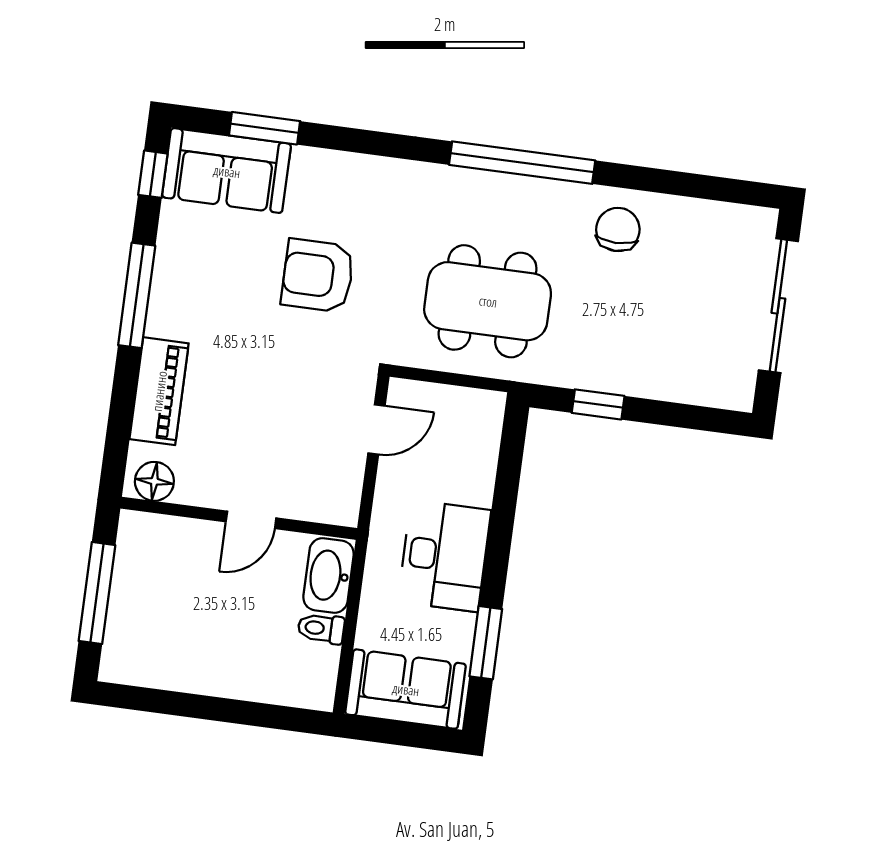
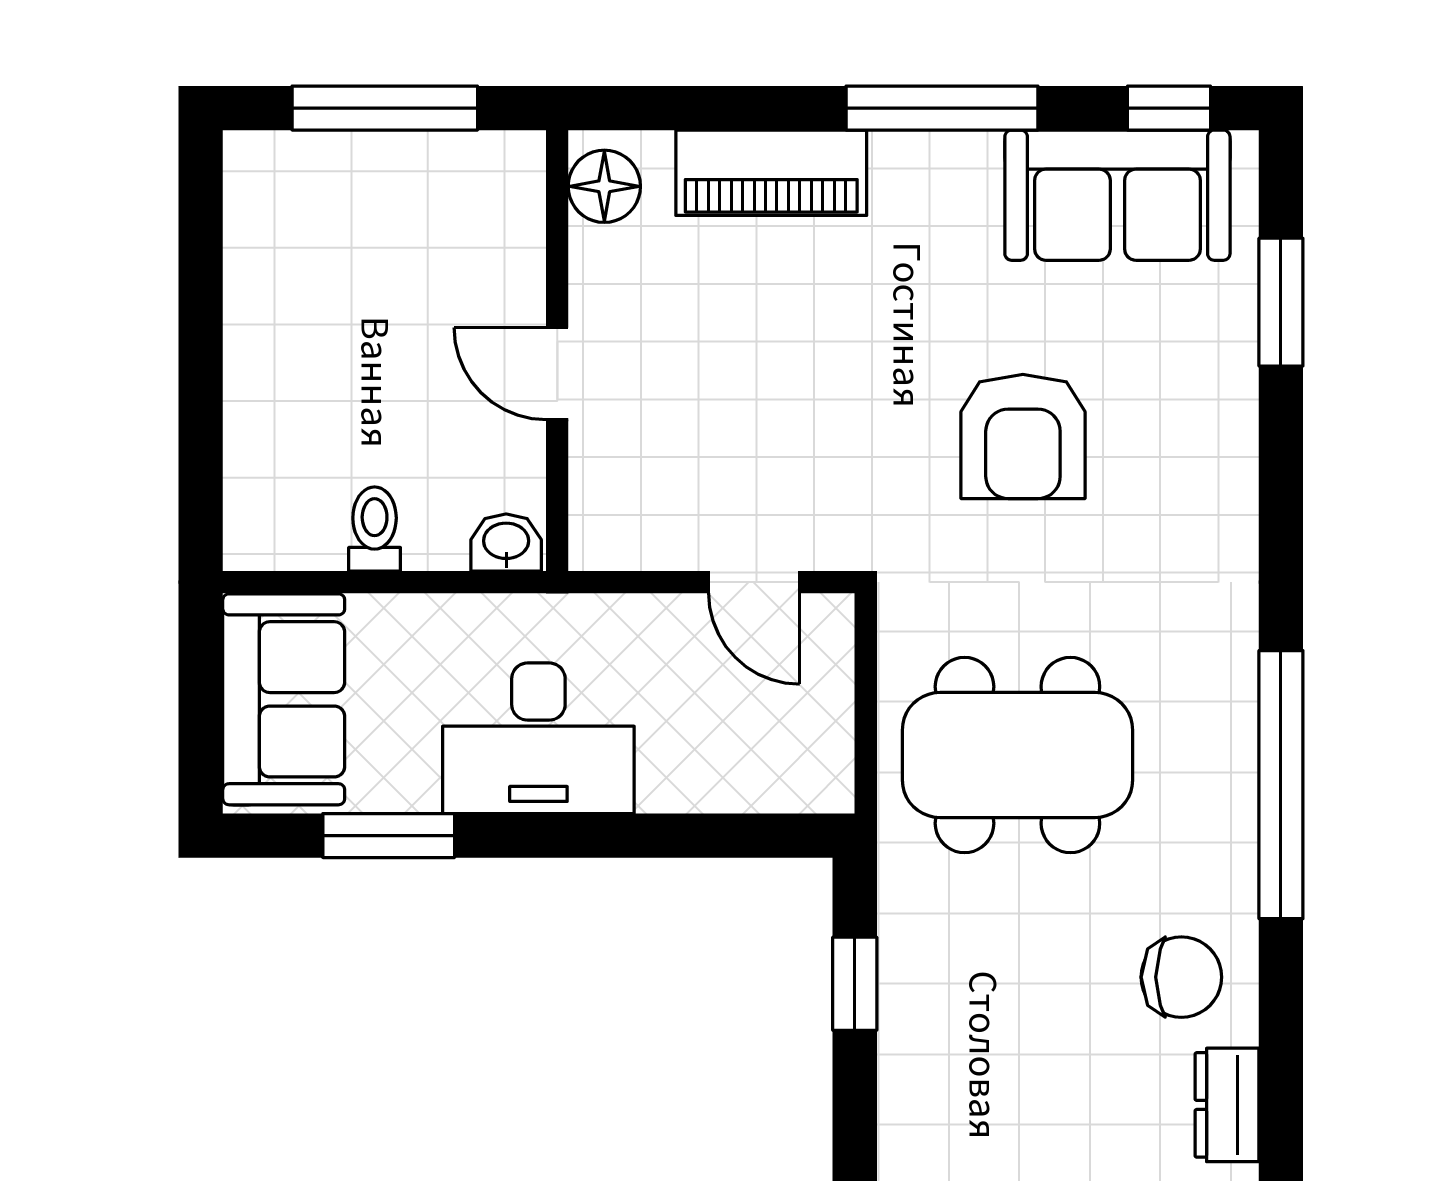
sofa: (227, 171) -> (1117, 195), moved, turned -90
dresser: (689, 214) -> (1227, 1105), added
armchair: (318, 276) -> (1023, 436), turned 180
dining table: (488, 301) -> (1017, 755), turned 90
washbasin: (329, 575) -> (506, 543), width x0.52, depth x0.69

